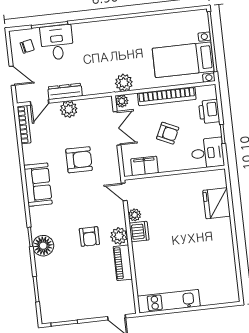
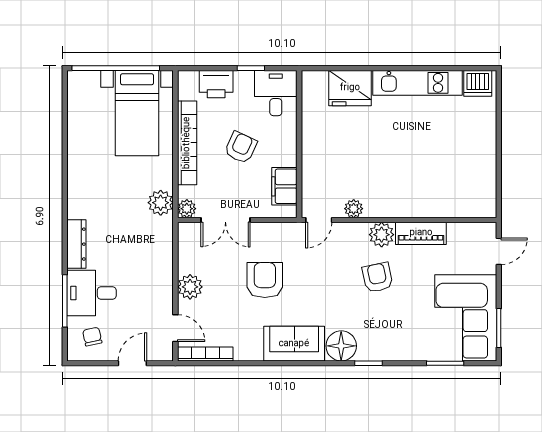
dresser: (65, 91) -> (76, 244), moved, turned 180
double door: (117, 128) -> (225, 220), swing flipped
dishwasher: (139, 232) -> (478, 83), moved, turned 180
armchair: (89, 236) -> (378, 277), turned -102
floor lamp: (43, 246) -> (341, 346), moved
corner sofa: (69, 300) -> (466, 318), added
kitchen unit: (169, 301) -> (417, 83), moved, turned -90

